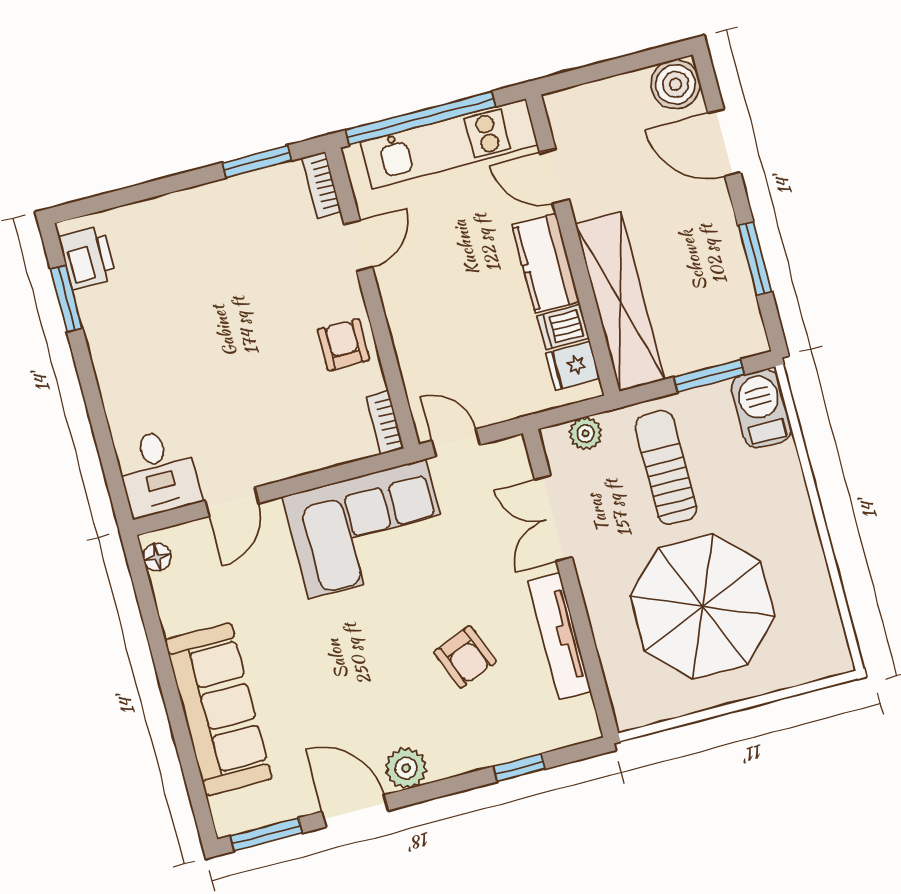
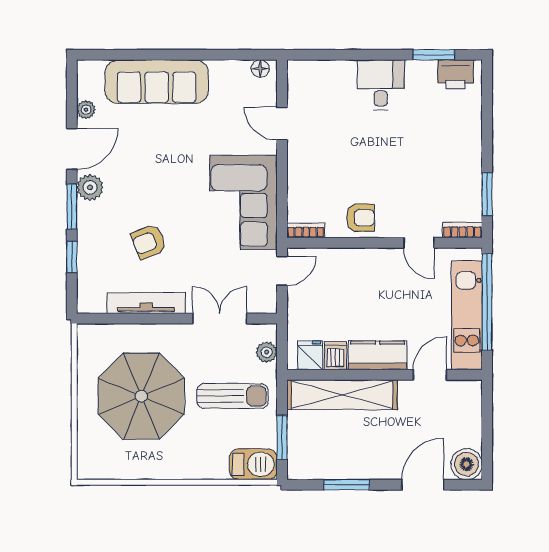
desk: (158, 472) -> (381, 85), moved, turned 90
plant: (290, 805) -> (86, 110), added
window: (266, 834) -> (72, 207), moved

